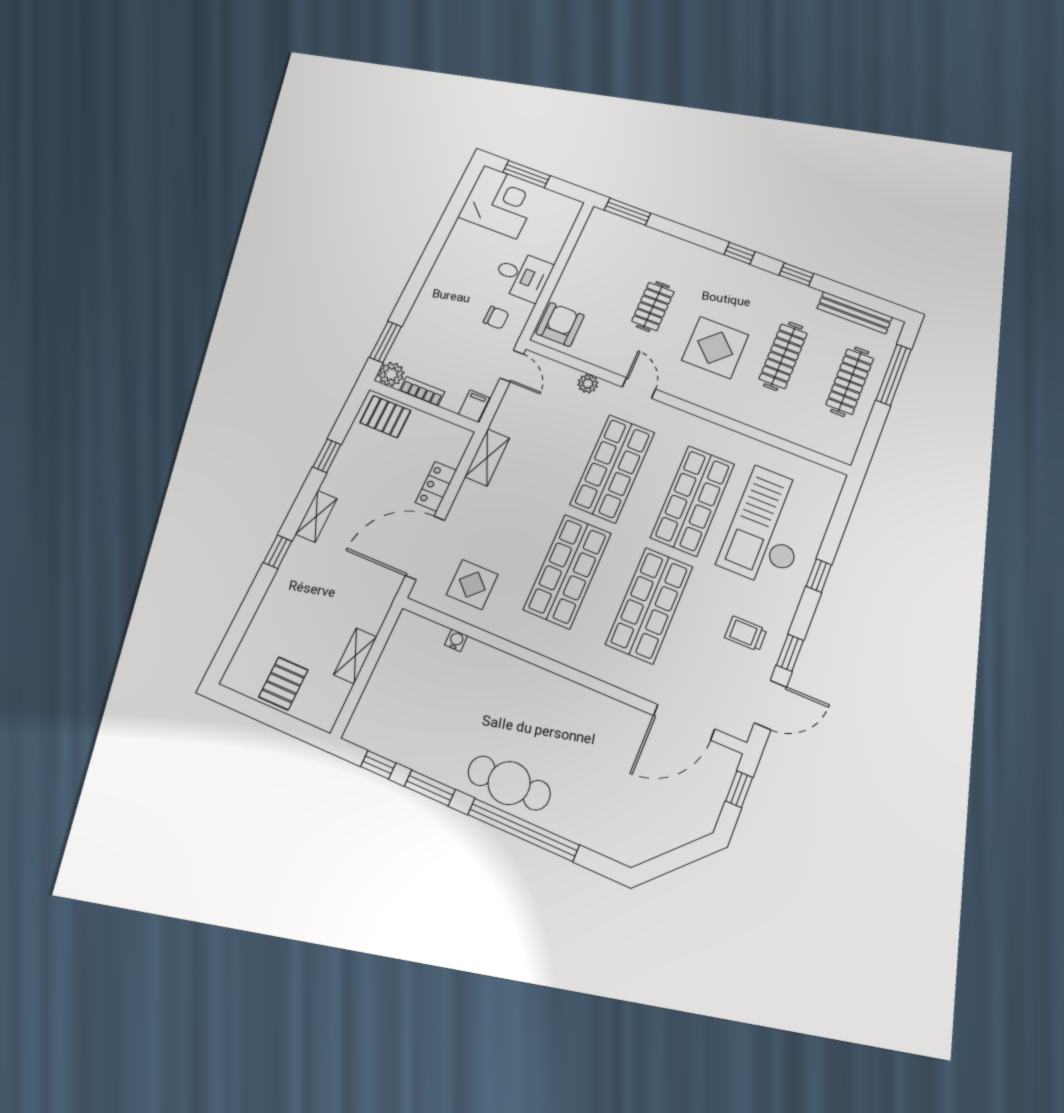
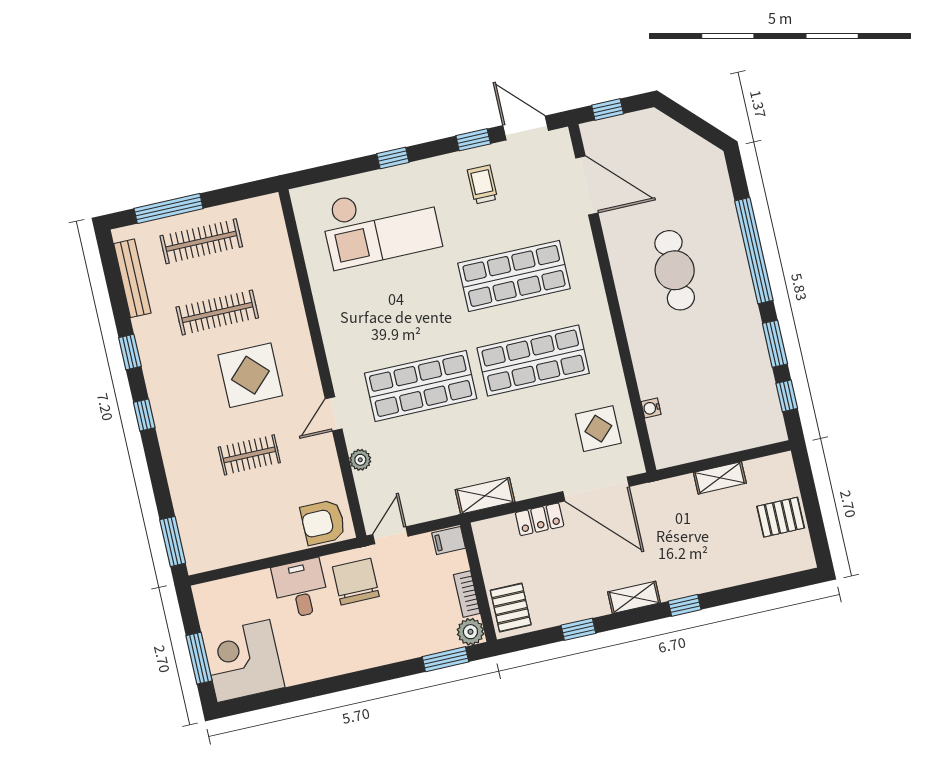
chair: (496, 318) -> (356, 582), width x1.87, depth x1.87
shop shelf: (693, 501) -> (402, 301), removed
trolley: (746, 634) -> (482, 184), turned 180
cafe table: (509, 783) -> (675, 270), moved

